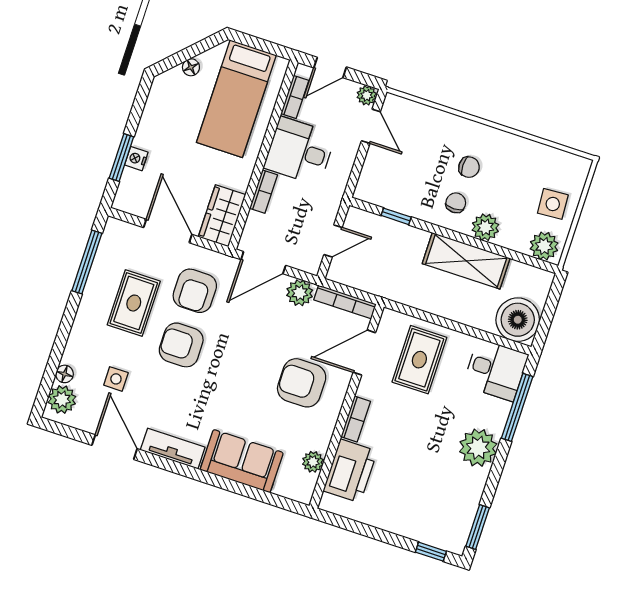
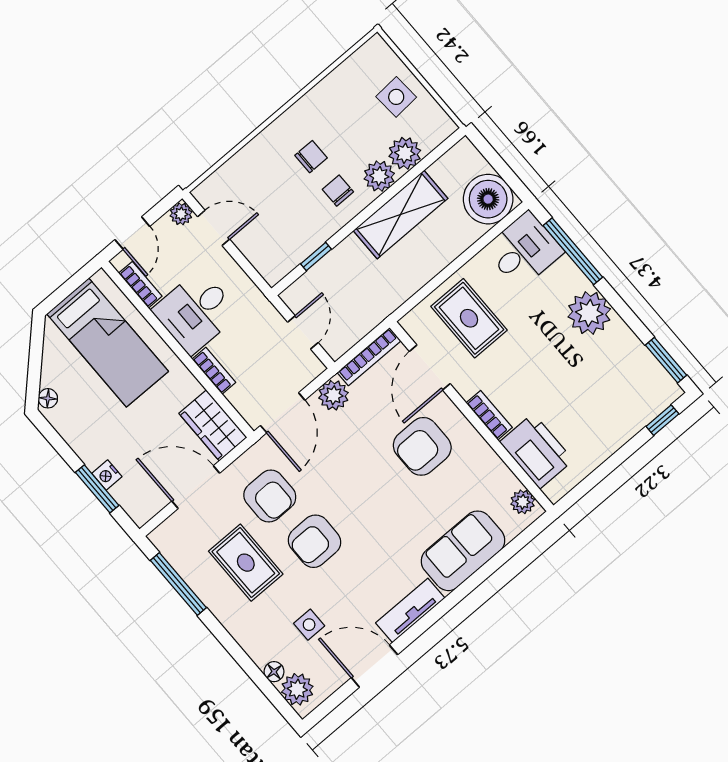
floor lamp: (191, 67) -> (48, 398), moved
plant: (544, 246) -> (405, 153), moved
plant: (313, 462) -> (523, 502), moved

